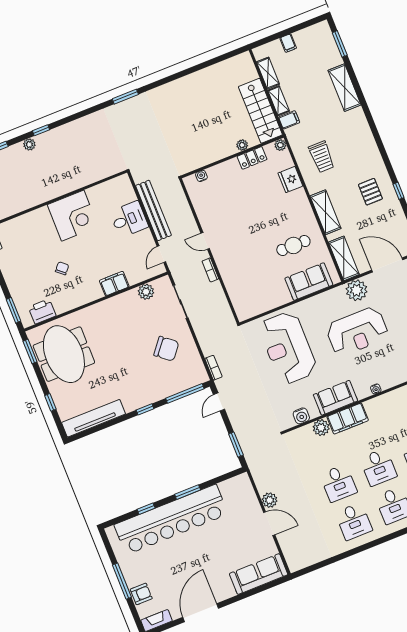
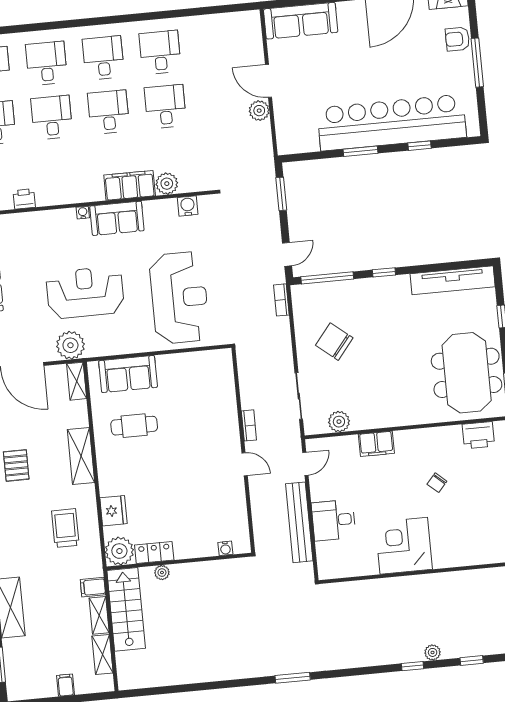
plant: (280, 145) -> (119, 551), width x1.87, depth x1.87
shelving: (344, 258) -> (77, 381), width x0.67, depth x0.75
sofa: (335, 398) -> (117, 218), moved

